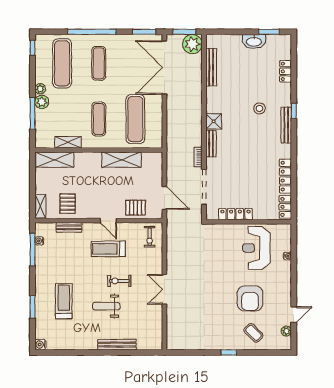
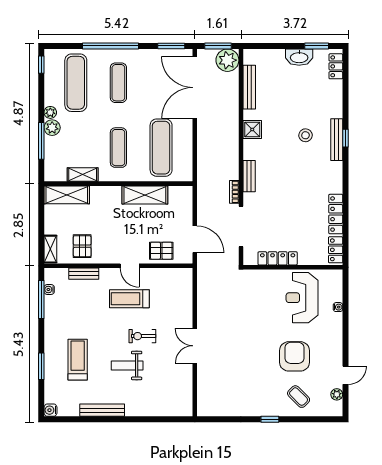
locker: (285, 71) -> (336, 66), moved
shower: (214, 121) -> (252, 130), moved
bench: (286, 125) -> (337, 140), moved
exercise bike: (150, 237) -> (178, 285), removed
armchair: (250, 298) -> (294, 356), turned 180
bench: (117, 345) -> (102, 410), moved

